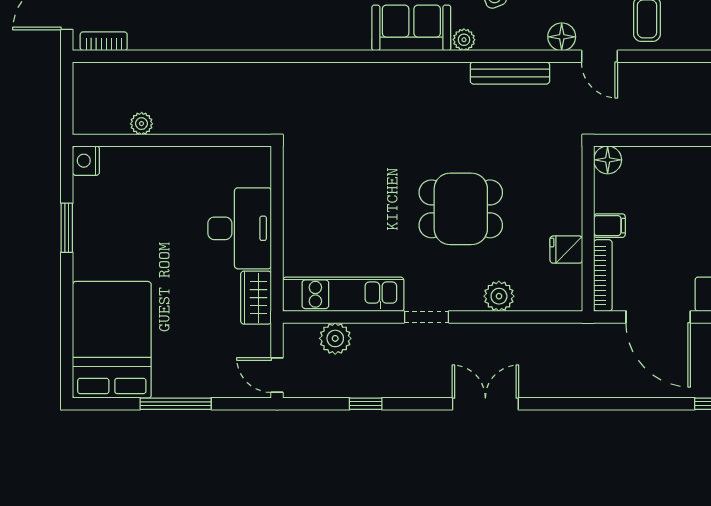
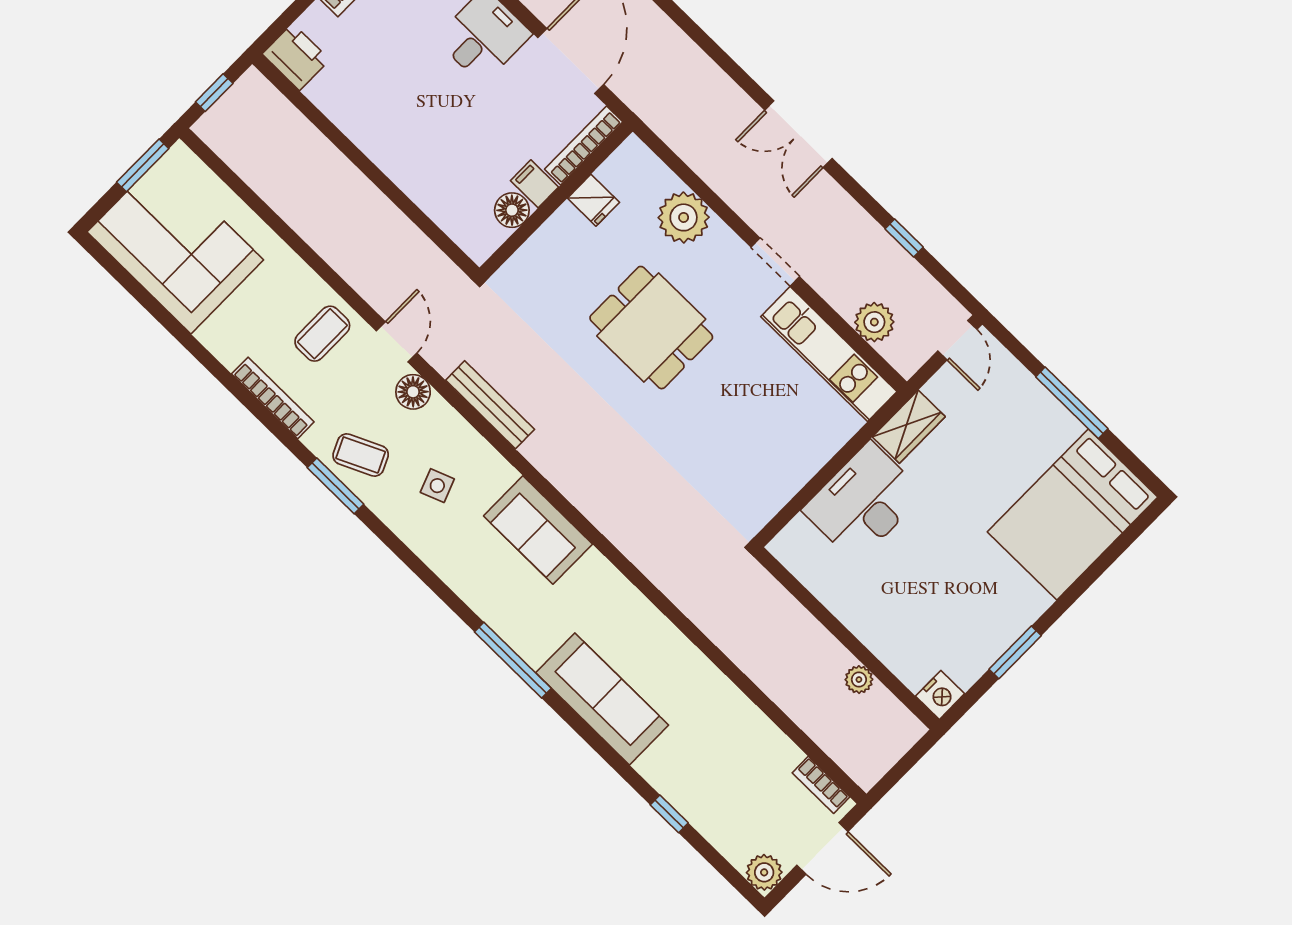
plant: (464, 40) -> (502, 474), removed
floor lamp: (608, 160) -> (512, 210), moved
plant: (499, 296) -> (684, 217), width x1.36, depth x1.36

